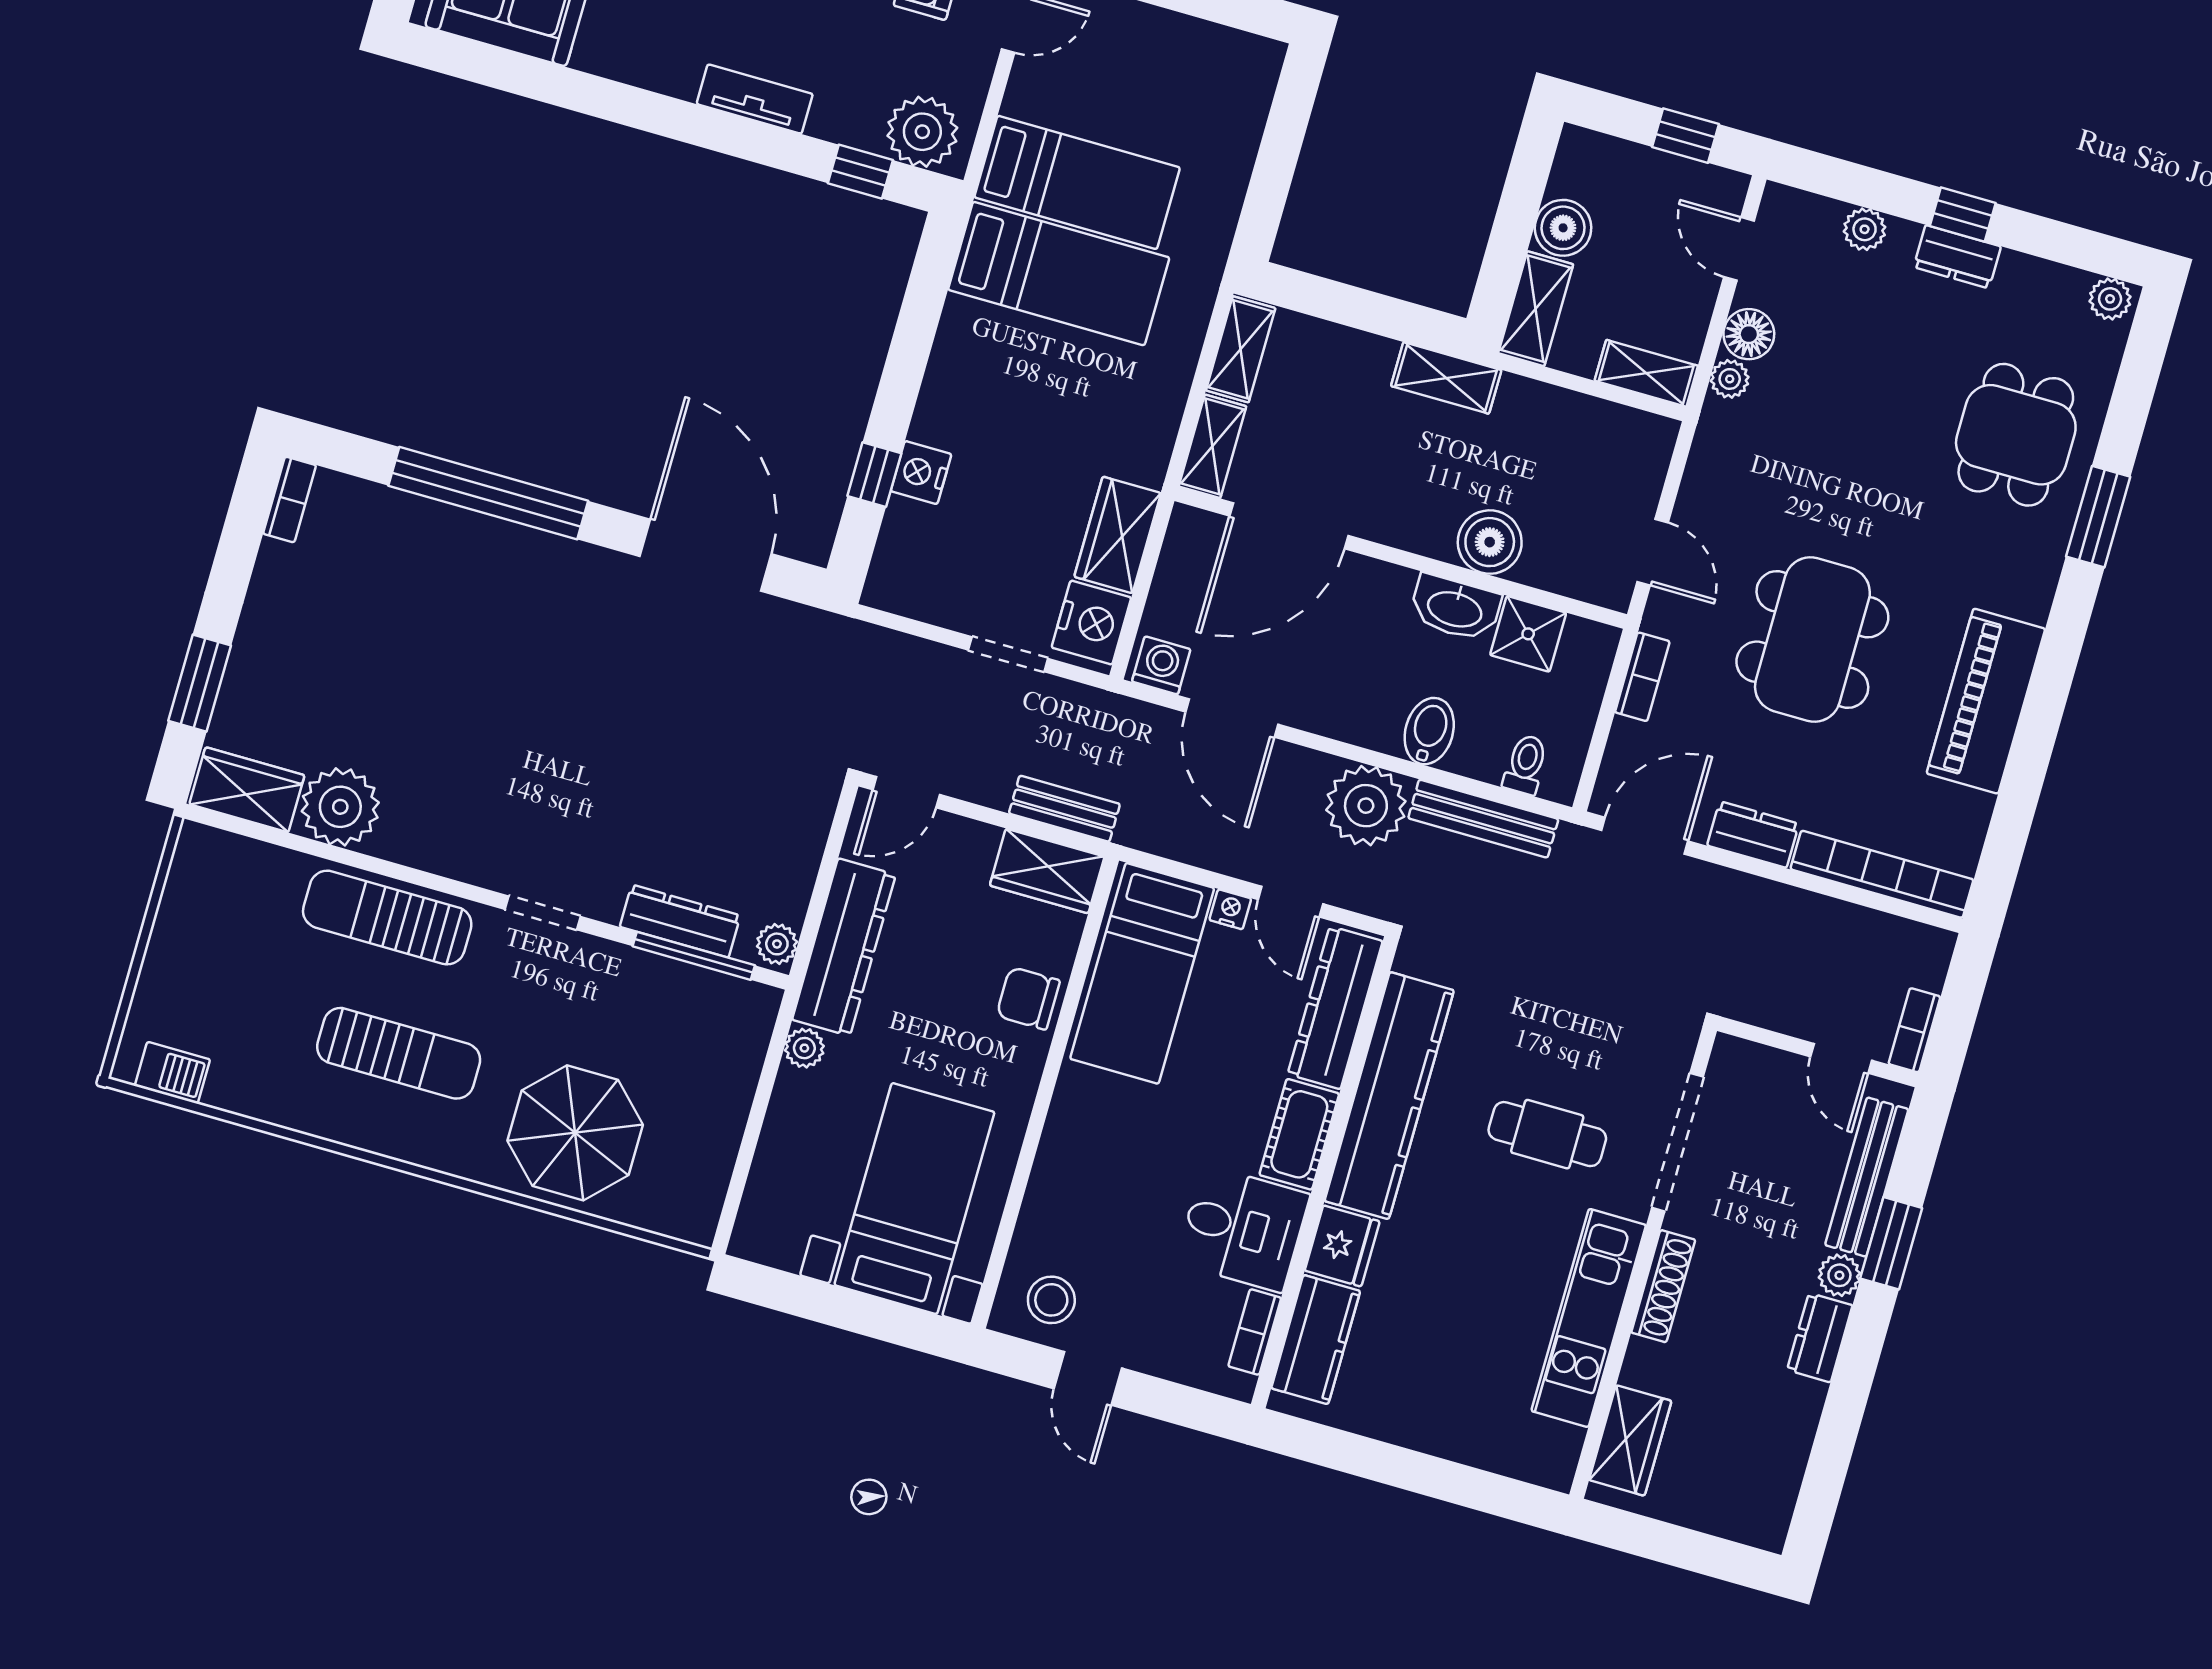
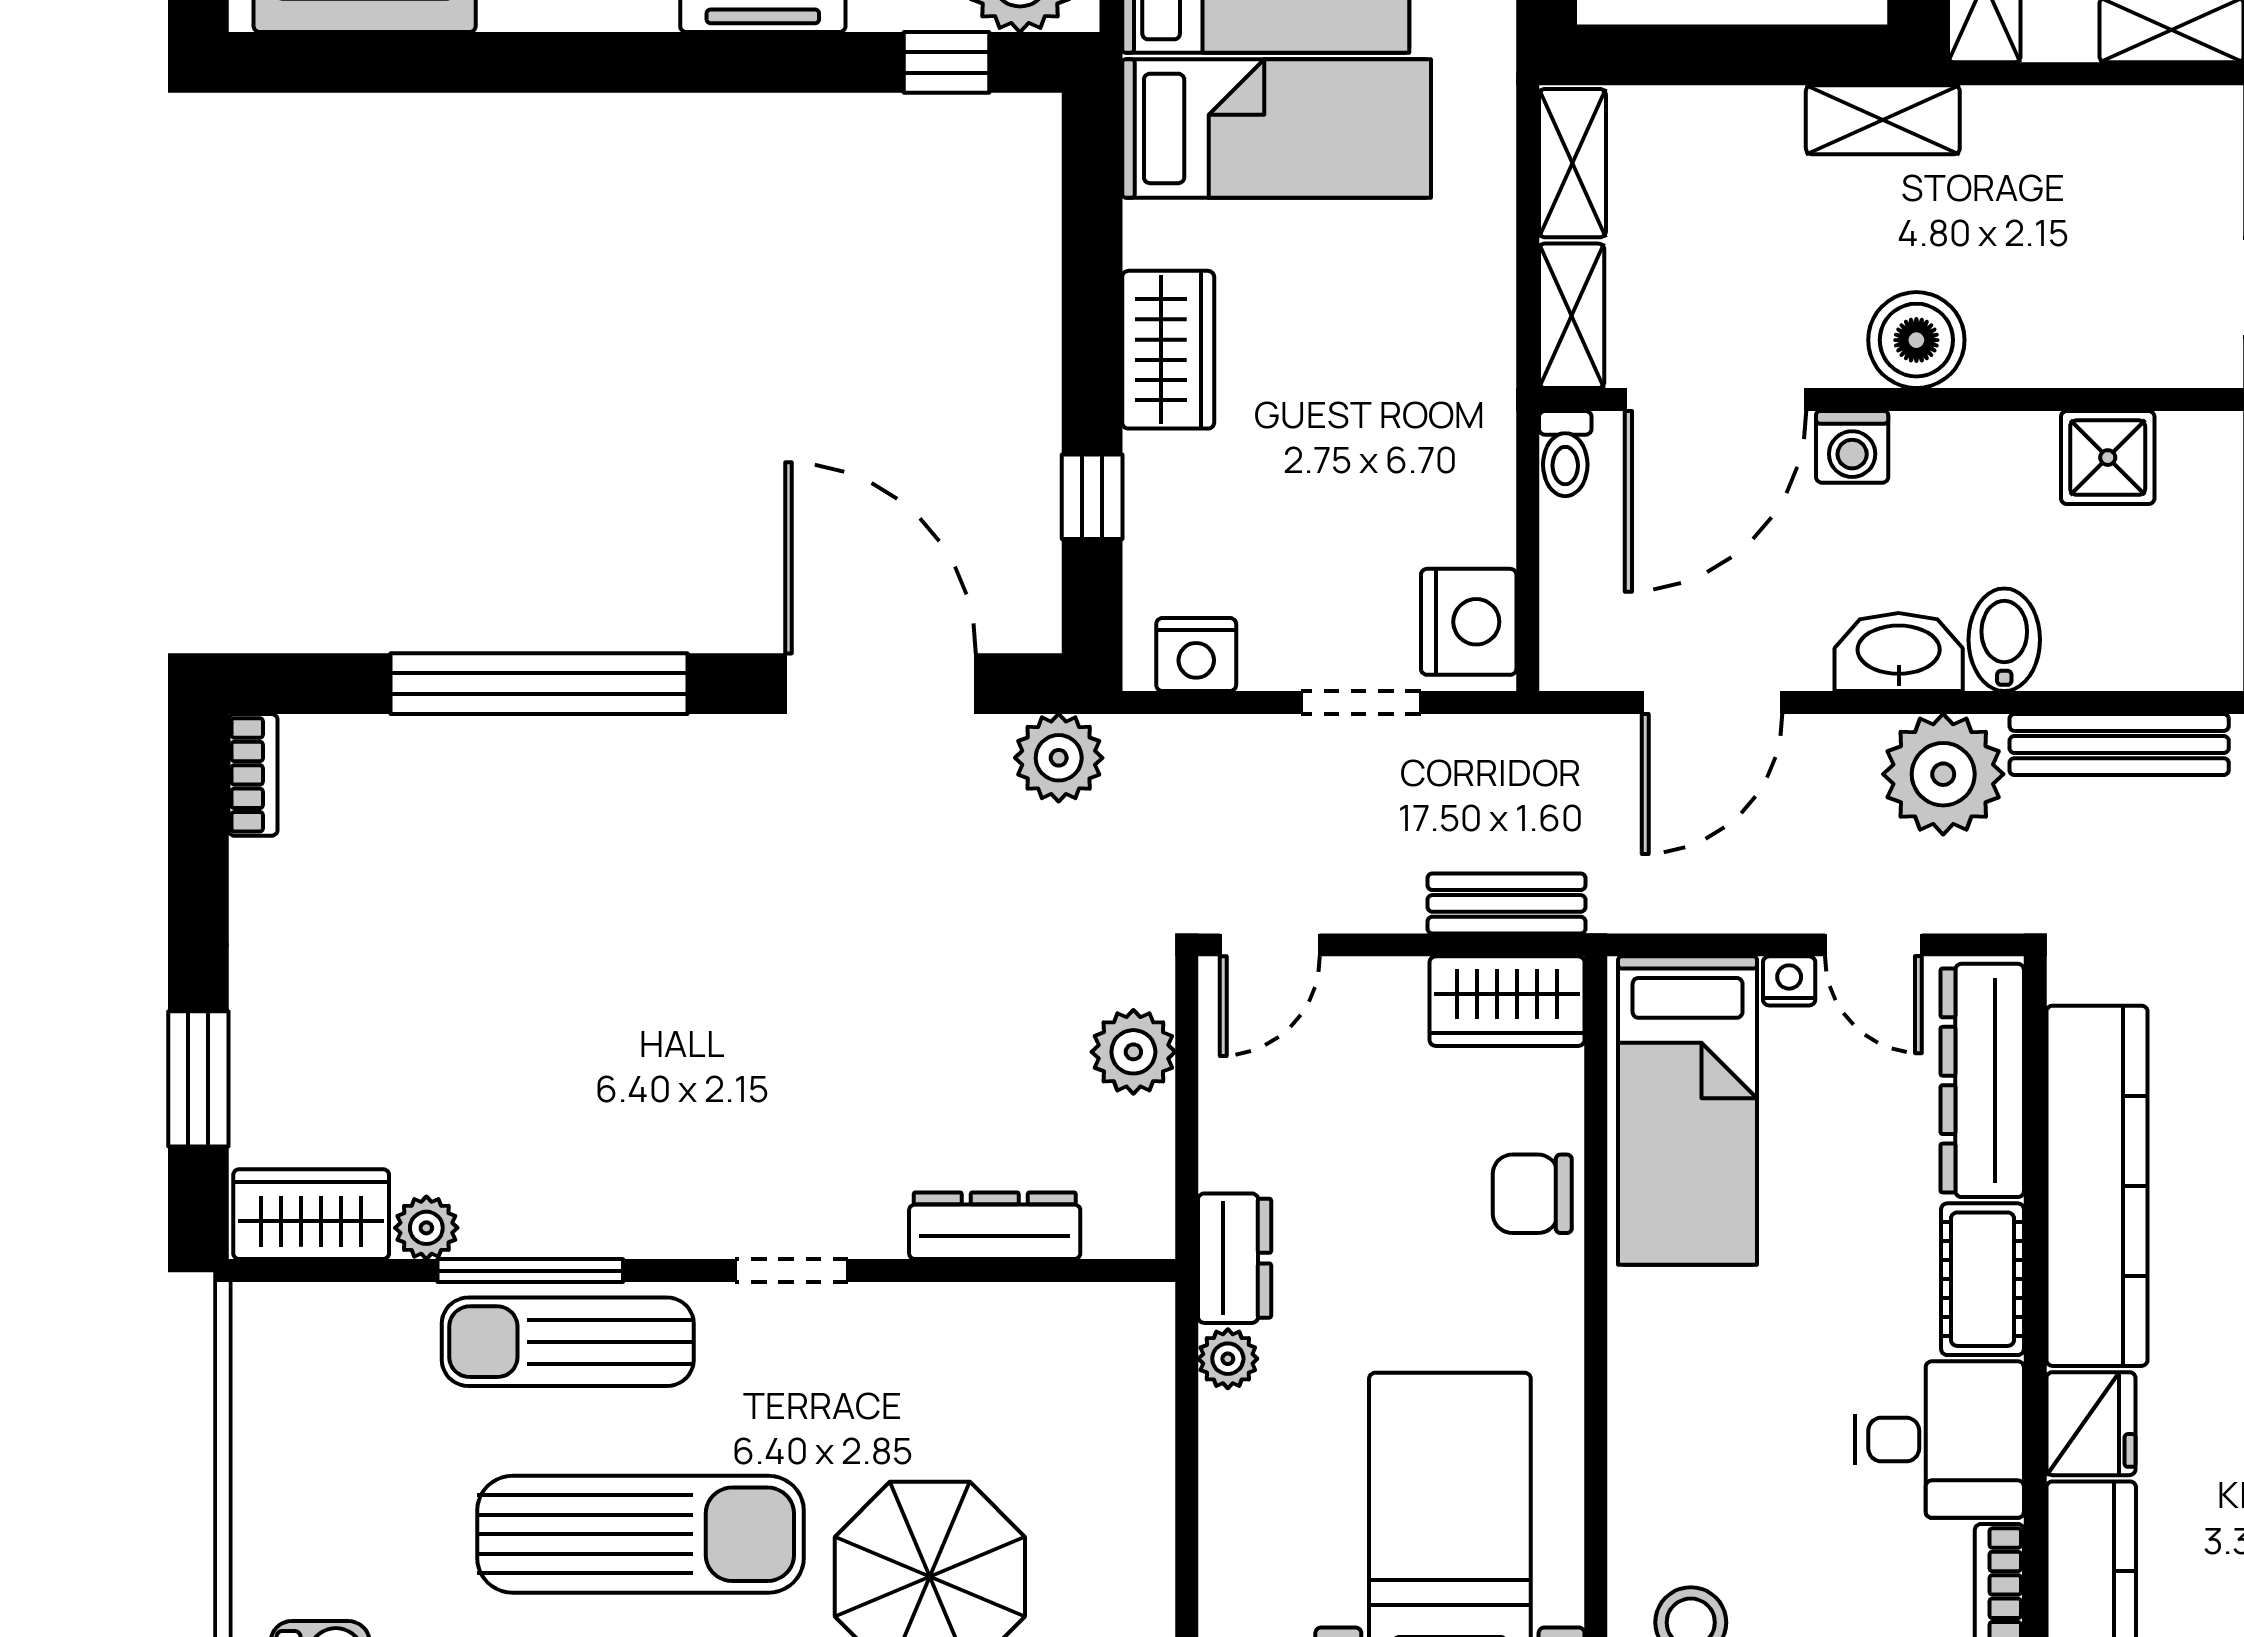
nightstand: (921, 473) -> (1196, 655), moved, turned -90
wardrobe: (1118, 535) -> (1168, 350), moved, turned 180
boiler: (1490, 542) -> (1916, 340), moved
washbasin: (1455, 608) -> (1899, 652), moved, turned 180
plant: (806, 635) -> (1059, 758), added
washing machine: (1161, 665) -> (1852, 447), moved, turned 180
door: (1232, 718) -> (1712, 702), hinge flipped
toilet: (1526, 764) -> (1565, 454), moved, turned 180
plant: (340, 807) -> (426, 1228), width x0.53, depth x0.53
plant: (777, 944) -> (1133, 1052), moved, width x1.38, depth x1.38
dresser: (844, 947) -> (1235, 1258), width x0.51, depth x0.80
window: (694, 956) -> (530, 1271), moved
sun lounger: (399, 1053) -> (640, 1534), width x1.36, depth x1.34

